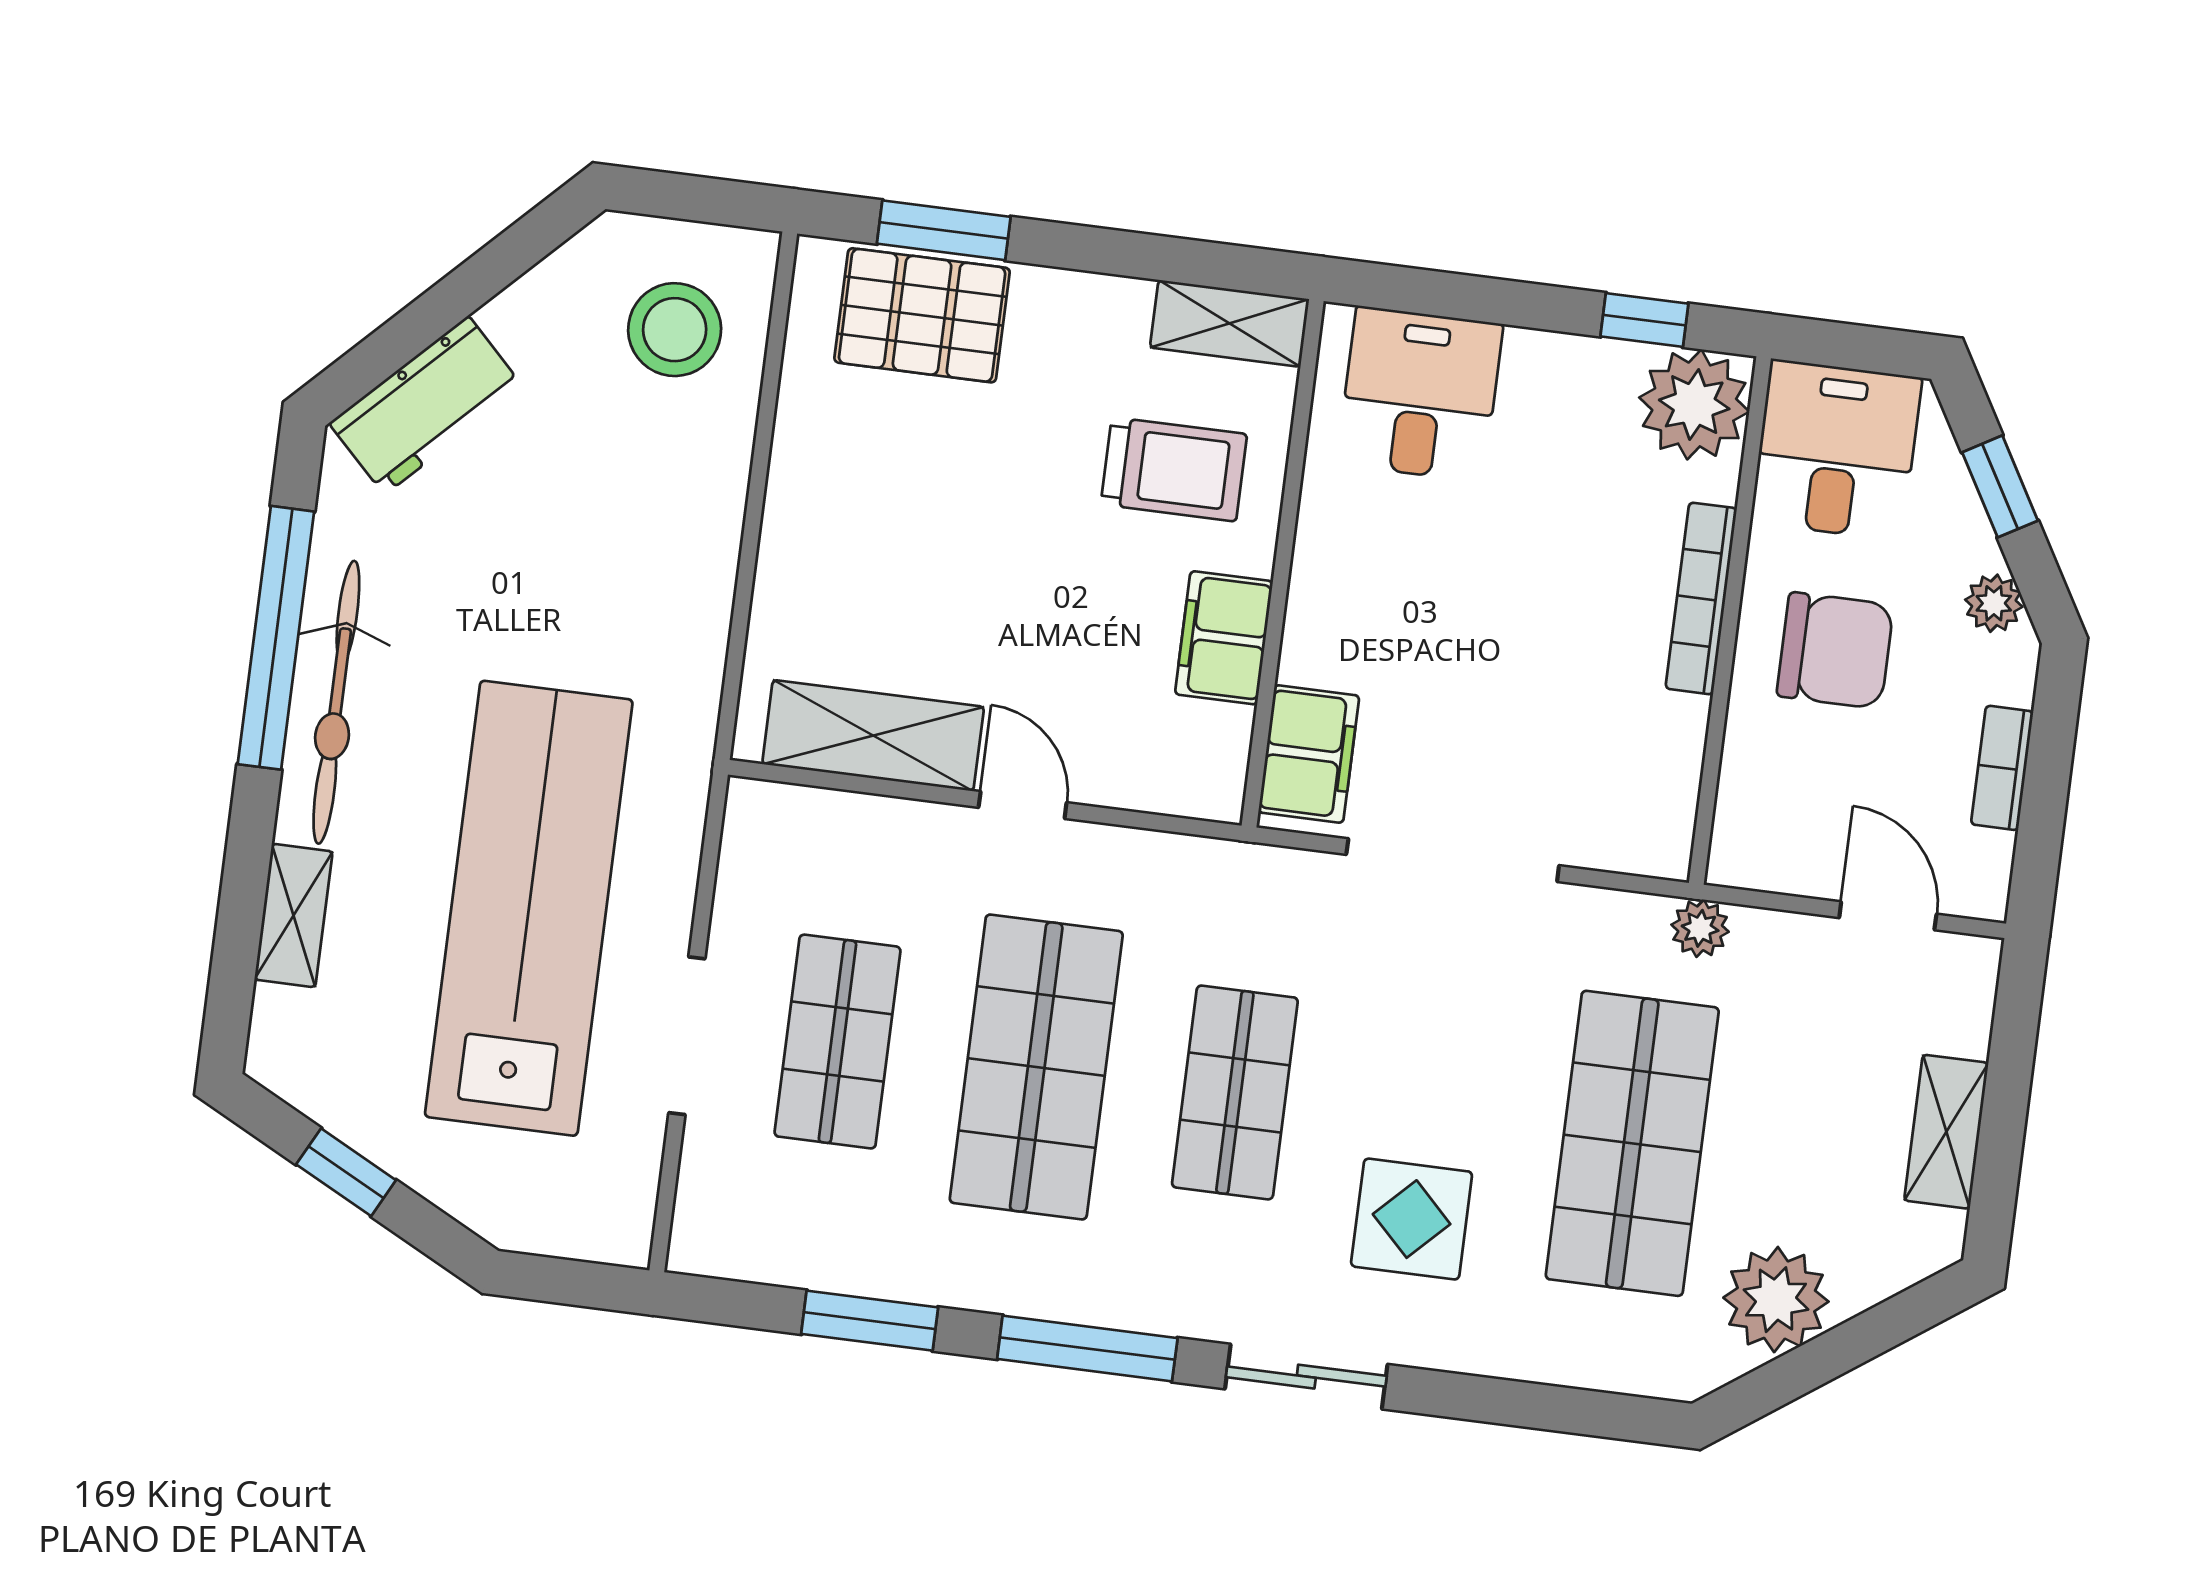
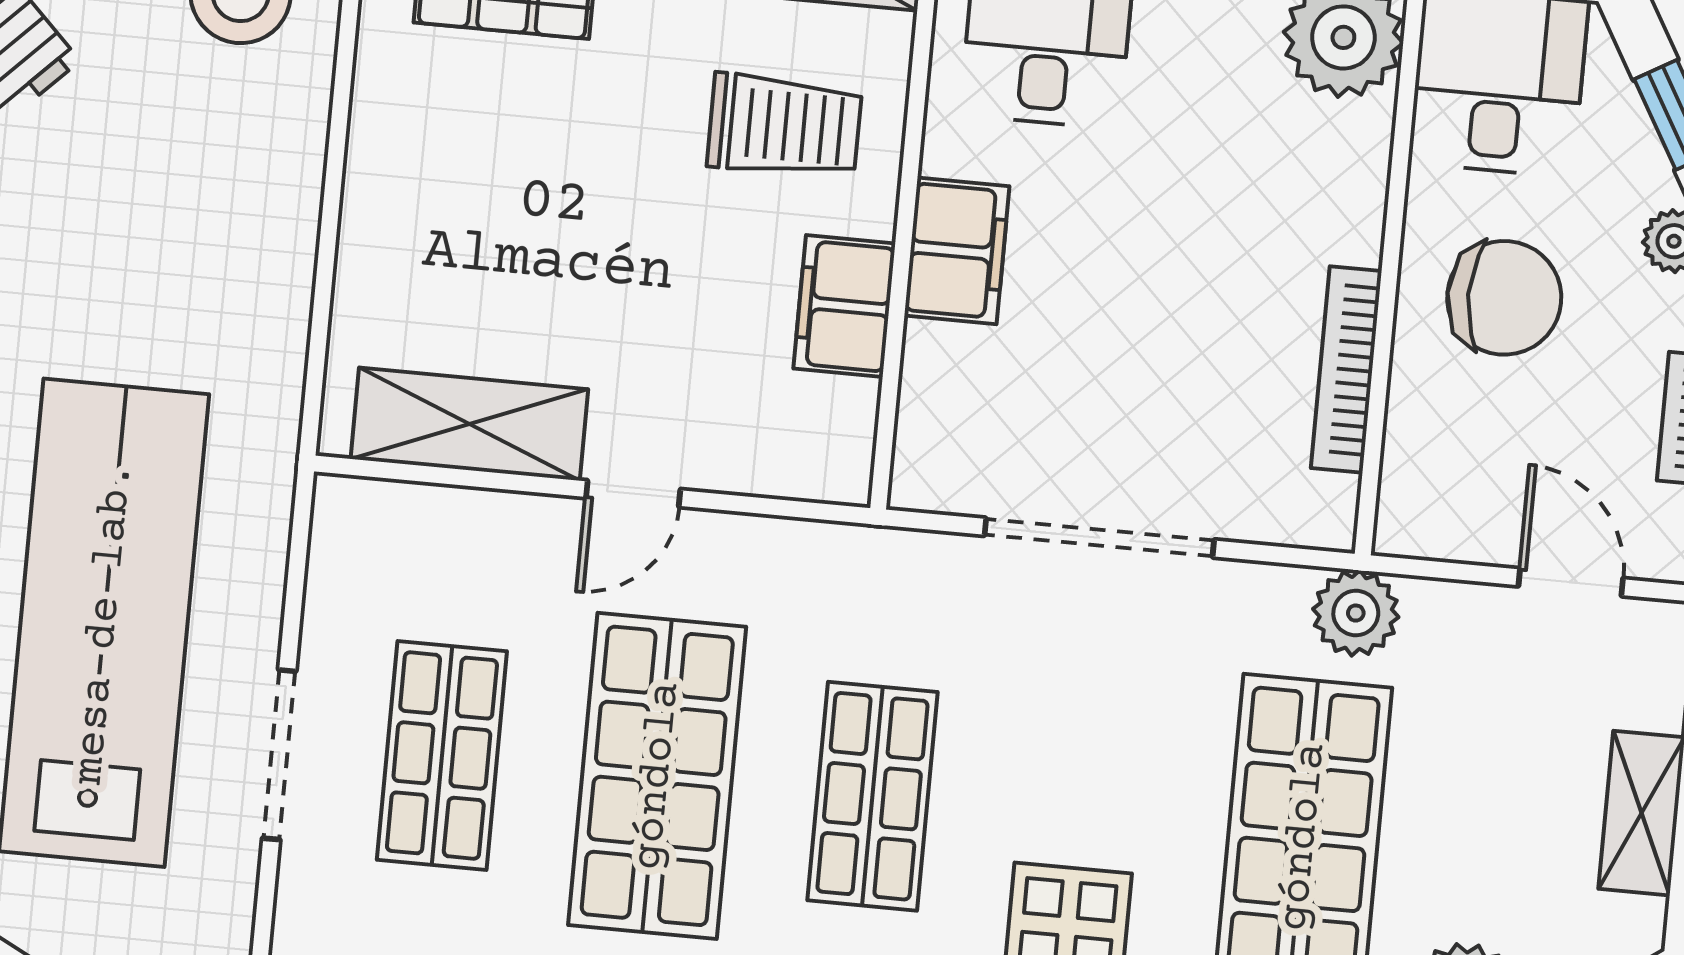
bookcase: (1701, 598) -> (1346, 369), moved
filing cabinet: (1309, 754) -> (957, 251), moved
door: (1023, 805) -> (633, 494), swing flipped
plant: (1700, 928) -> (1356, 613), width x1.38, depth x1.38

